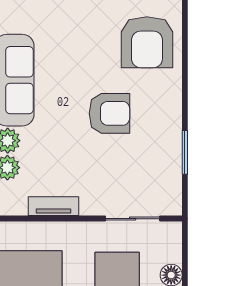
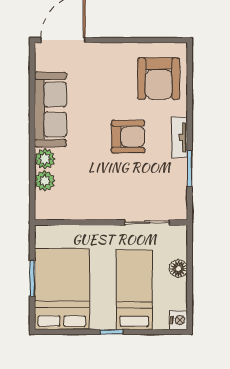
tv unit: (53, 206) -> (179, 137), moved, turned -90

